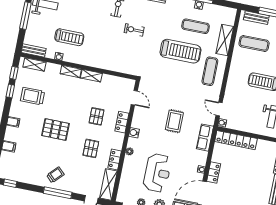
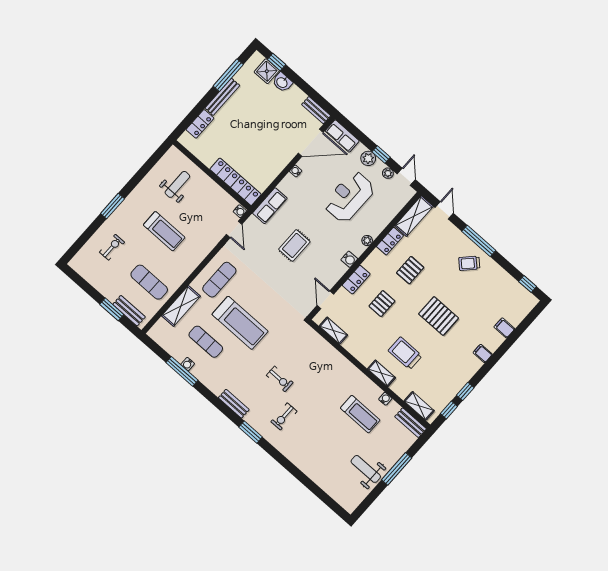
treadmill: (69, 37) -> (360, 414), turned 180
treadmill: (181, 51) -> (240, 323), turned 180
shelving: (91, 76) -> (333, 331), moved
trolley: (32, 96) -> (405, 353), moved, turned 180
locker: (214, 173) -> (283, 159), removed

